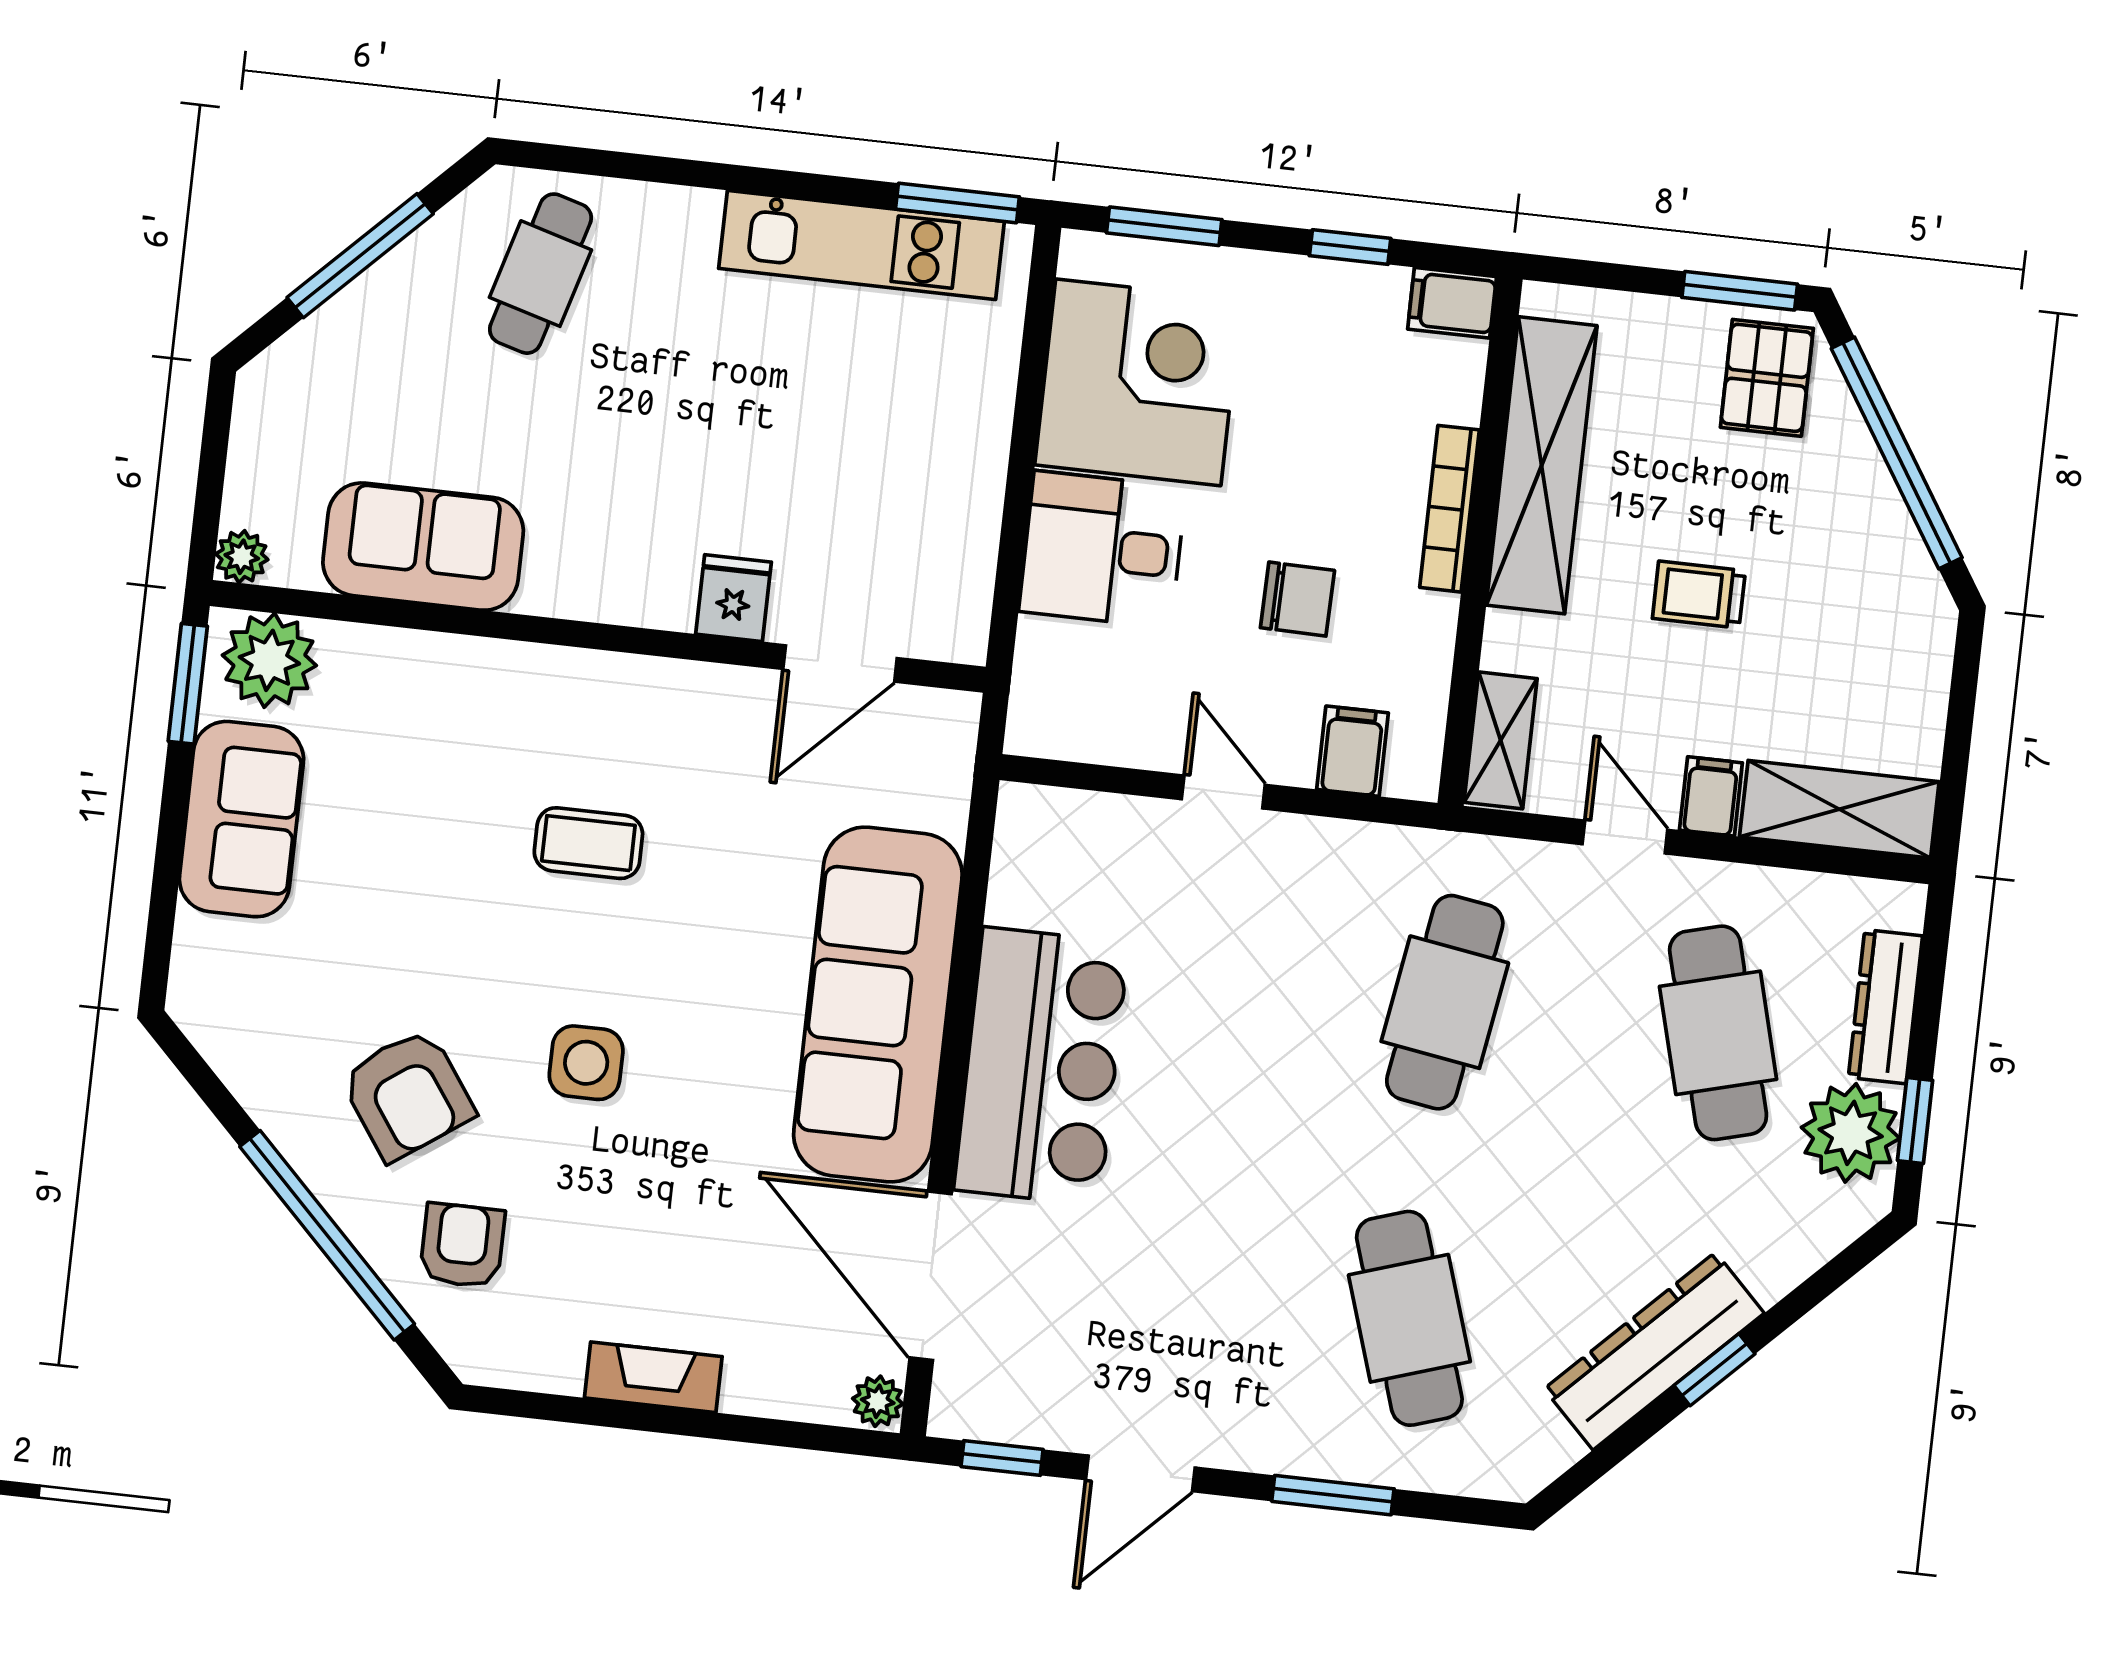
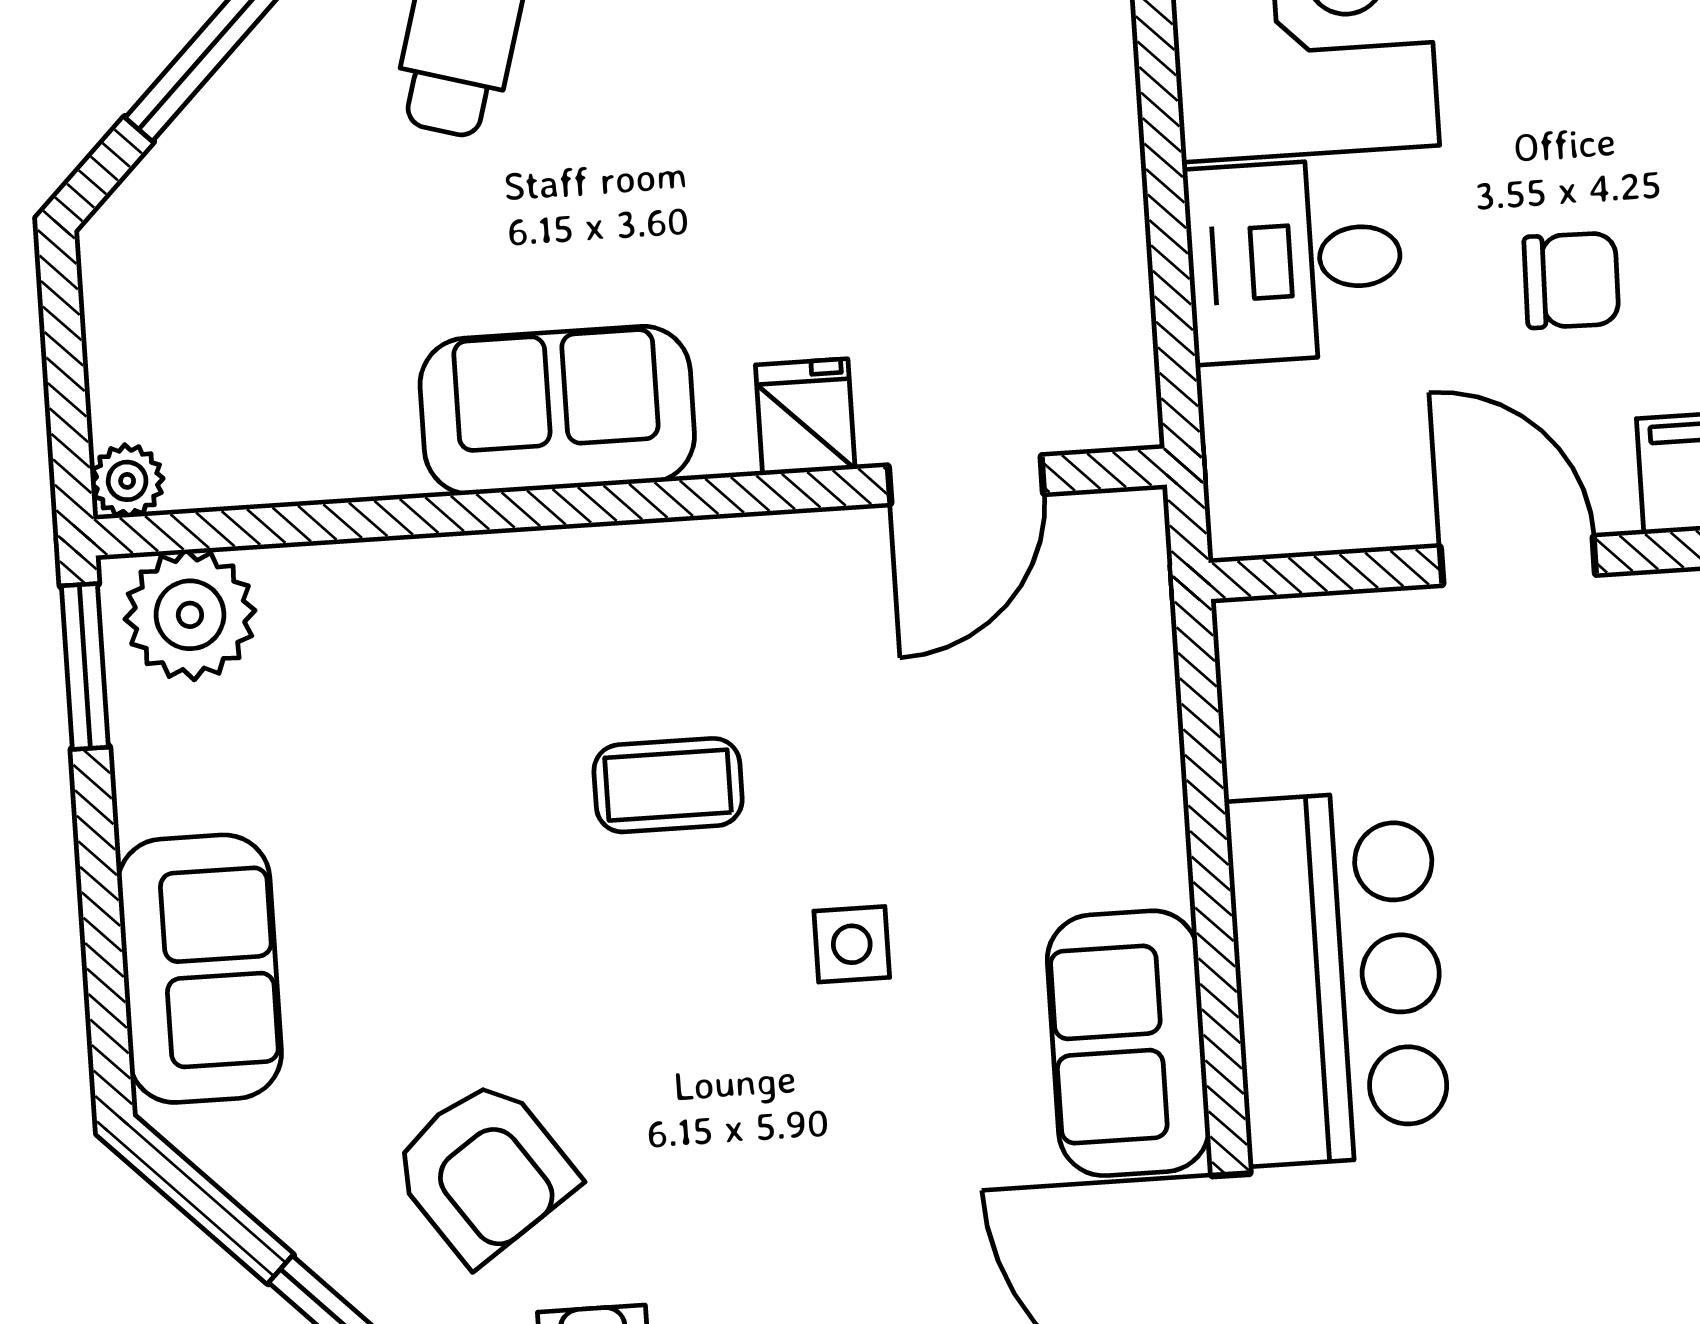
sofa: (423, 547) -> (557, 410), moved
door: (1223, 792) -> (1518, 561), width x1.37
sofa: (241, 819) -> (200, 969), moved
sofa: (878, 1005) -> (1128, 1043), width x0.54, depth x0.79
side table: (586, 1063) -> (852, 944), moved, width x0.73, depth x0.73

